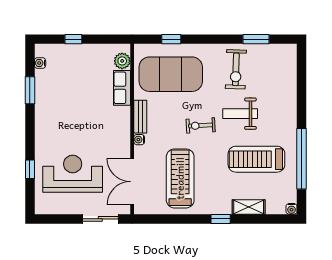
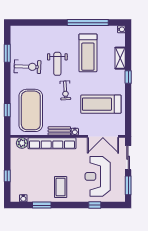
row of seats: (122, 88) -> (52, 143), width x2.02
coffee table: (57, 118) -> (61, 187), added
window: (59, 219) -> (128, 185), added

